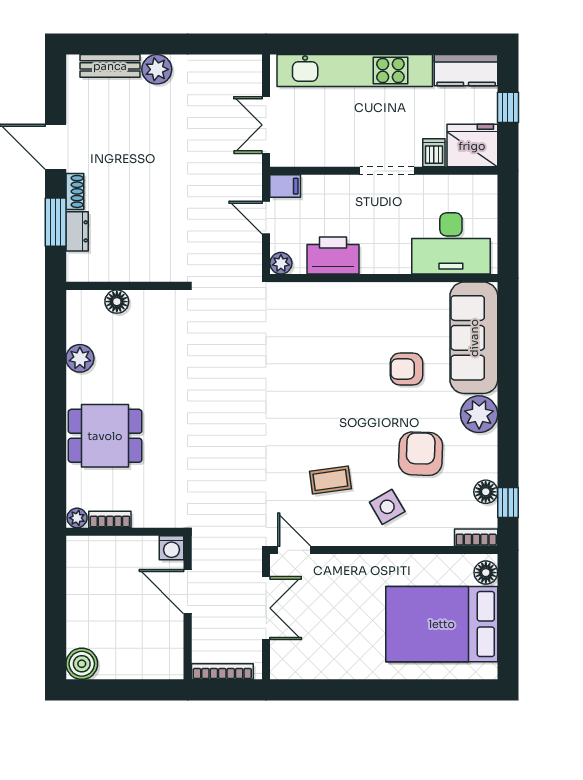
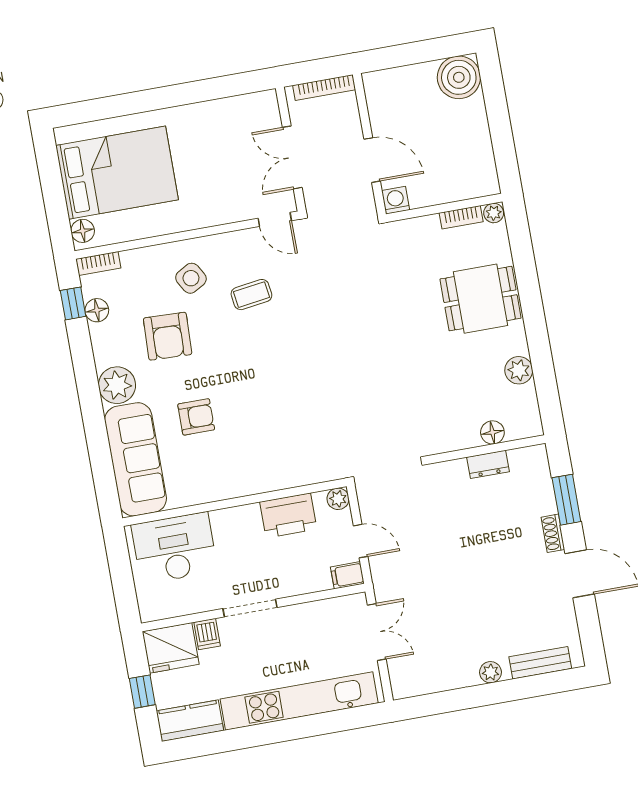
plant: (157, 69) -> (490, 672), width x0.73, depth x0.73
dresser: (77, 231) -> (488, 464), moved, turned -90
boiler: (82, 664) -> (459, 77), width x1.37, depth x1.37

